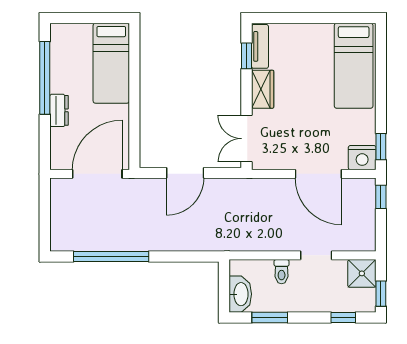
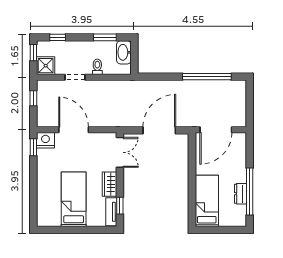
bed: (354, 66) -> (74, 199), moved
dresser: (59, 110) -> (240, 194), moved
door: (185, 173) -> (159, 130), width x1.36
window: (381, 197) -> (33, 98), moved

